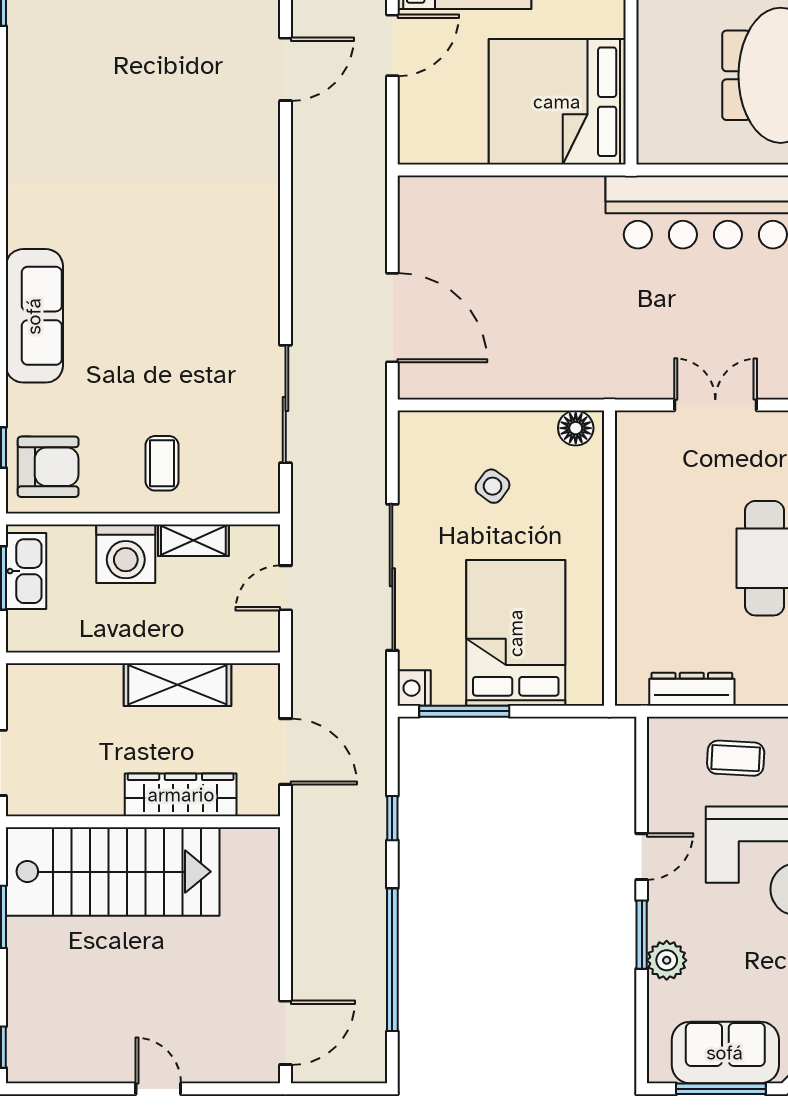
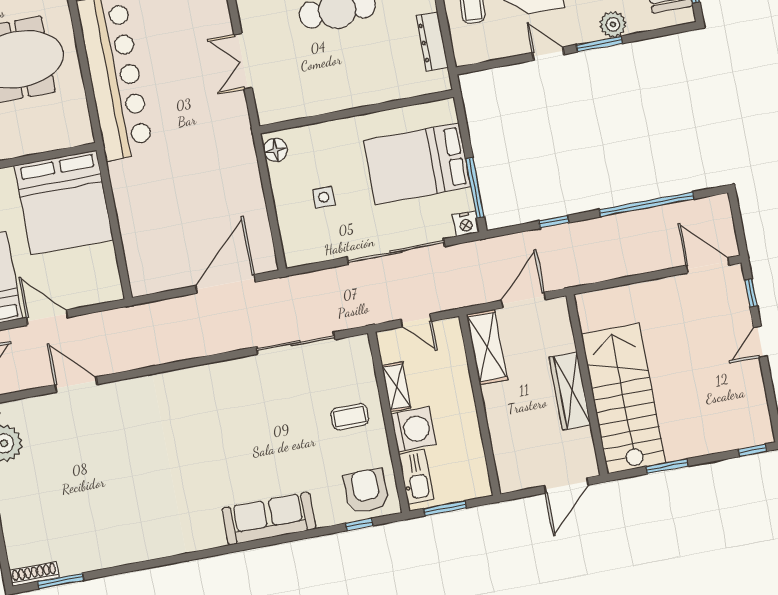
side table: (493, 486) -> (324, 197), turned -36
kitchen sink: (26, 571) -> (416, 477), moved, turned 90
shelving: (177, 685) -> (487, 347), moved
wardrobe: (181, 795) -> (570, 391), moved
window: (233, 1089) -> (751, 293), added

